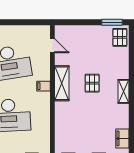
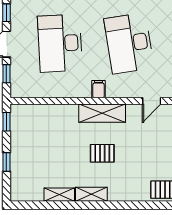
shelving: (124, 116) -> (59, 195), added
filing cabinet: (122, 138) -> (30, 193), removed

